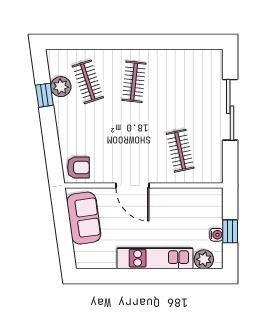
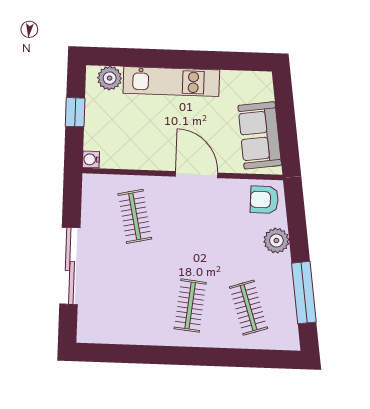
plant: (61, 87) -> (276, 241), moved
window: (44, 95) -> (304, 293), width x2.17
water cooler: (216, 235) -> (91, 159), moved

